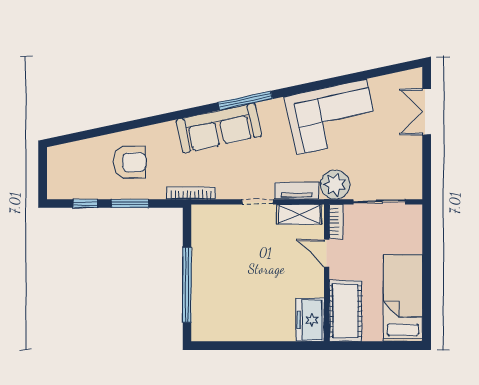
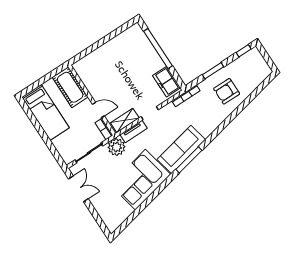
double door: (427, 112) -> (78, 189), moved
sofa: (219, 128) -> (181, 149), moved
window: (86, 203) -> (244, 51), moved
freezer: (310, 320) -> (167, 82), moved, turned 180

